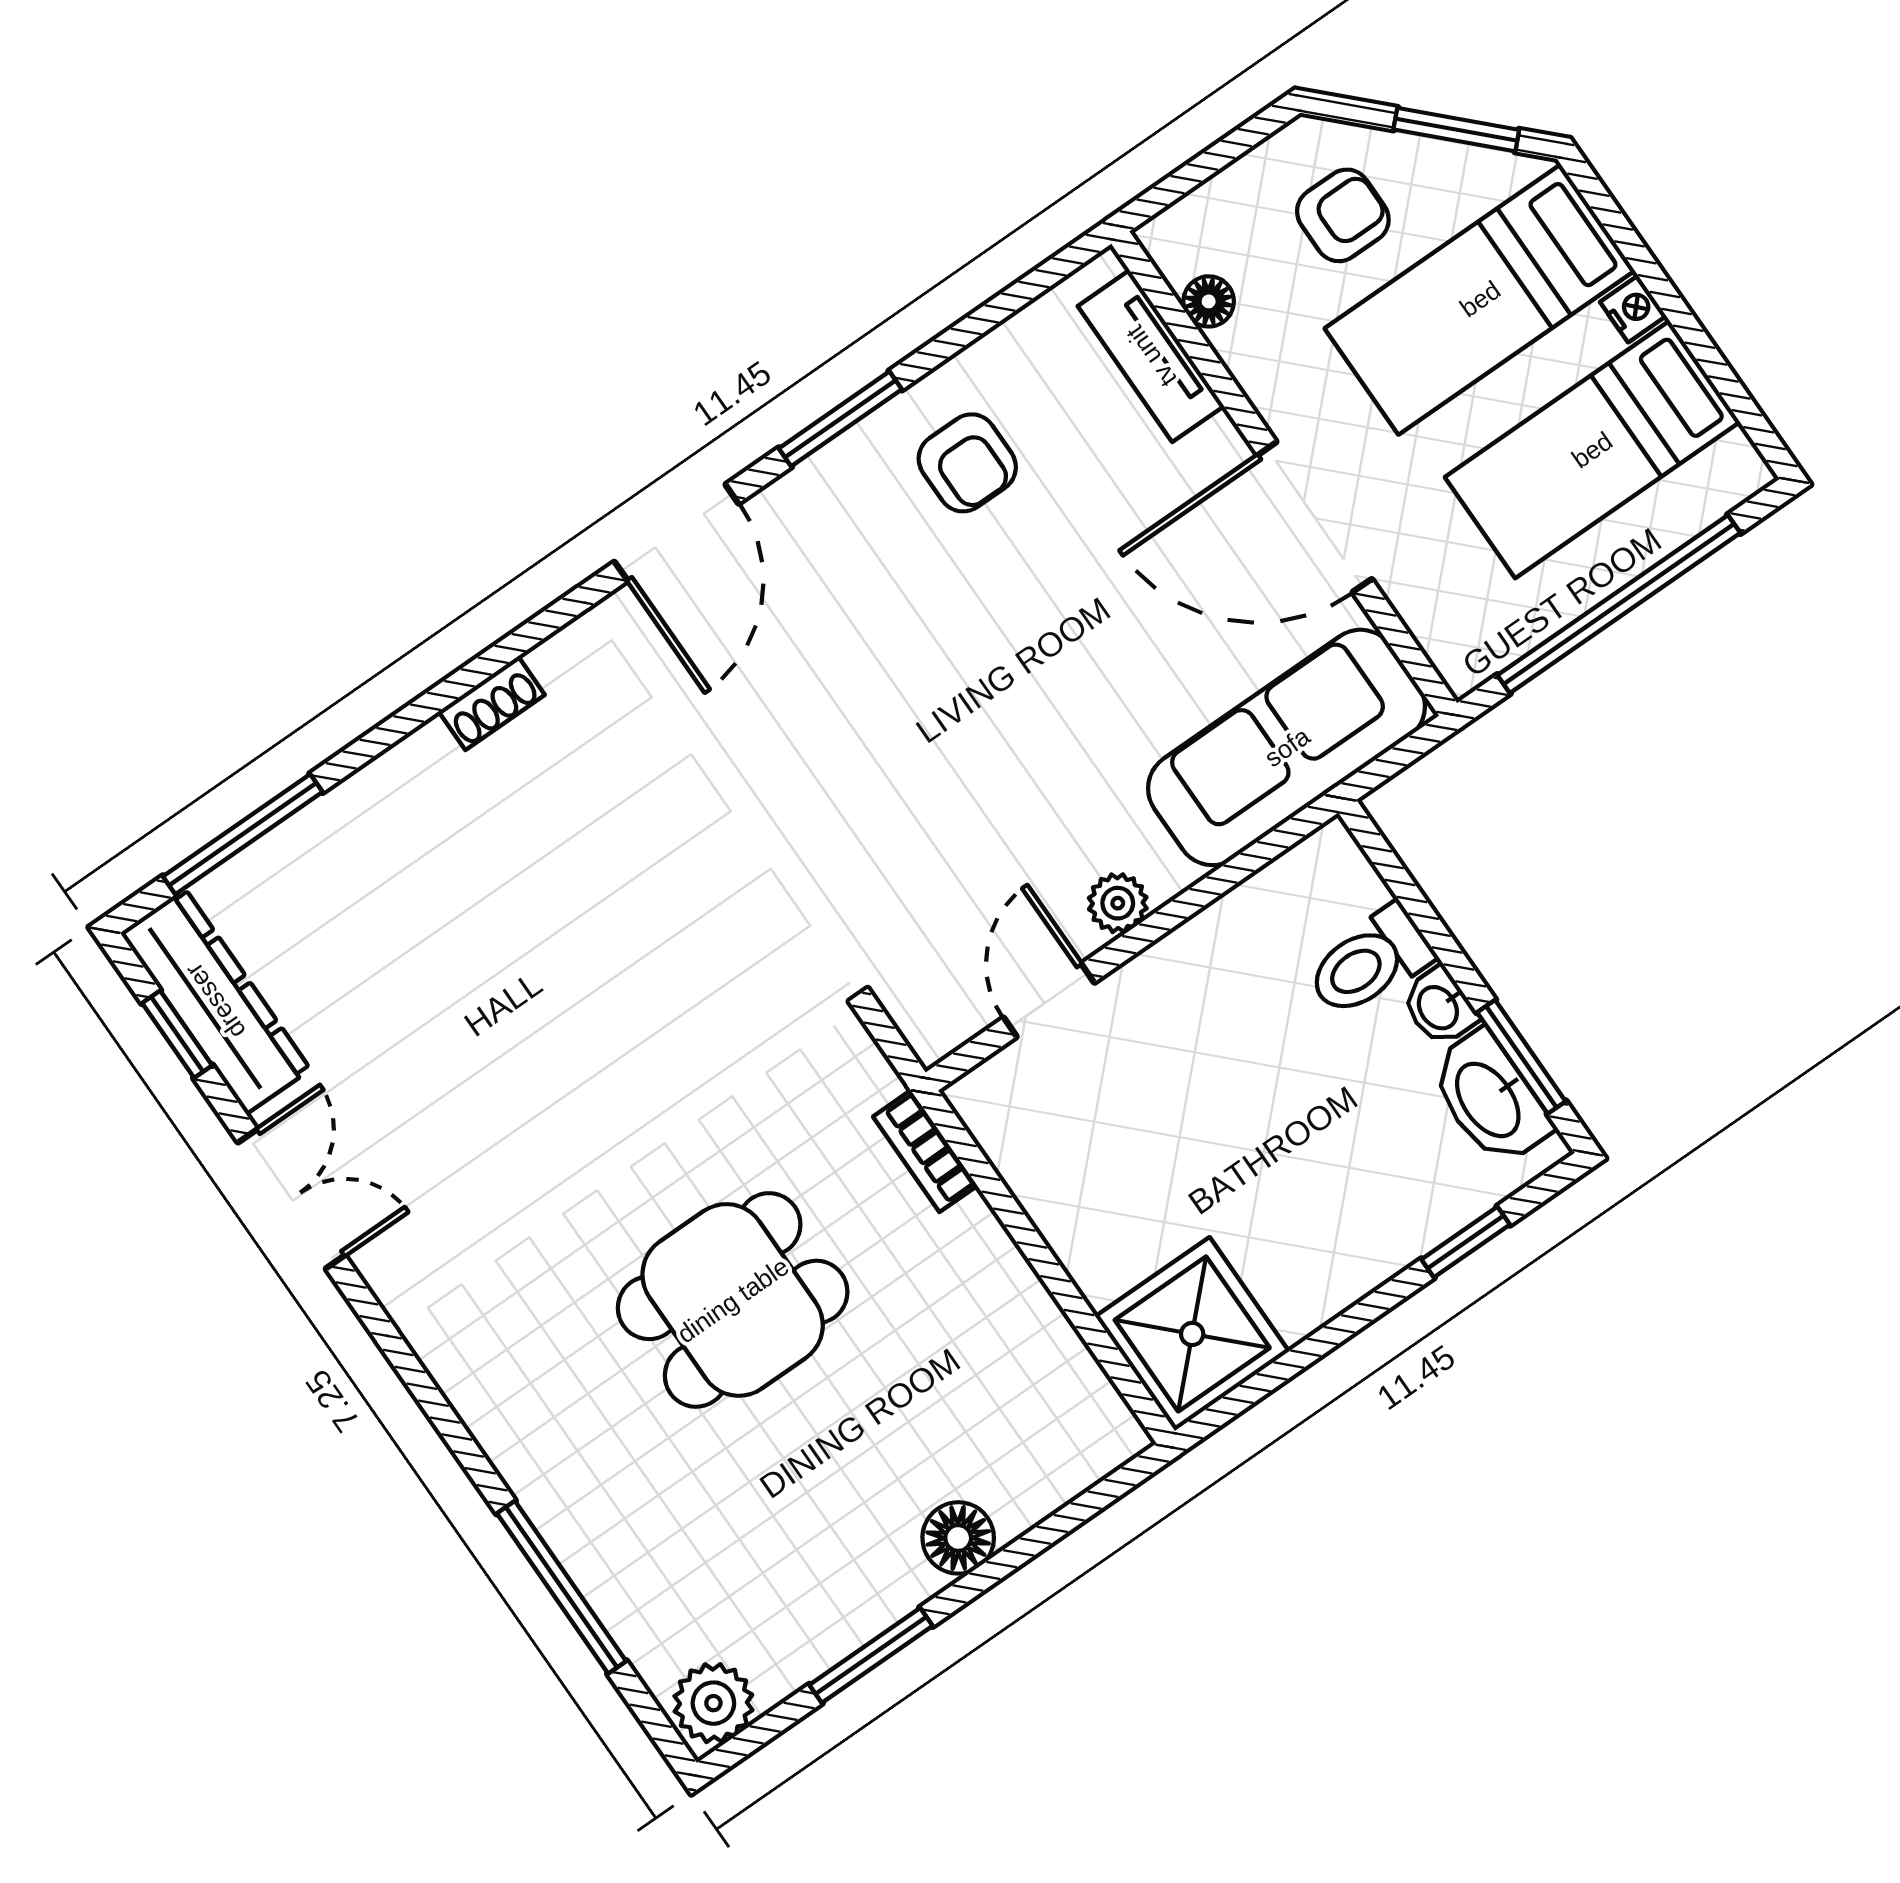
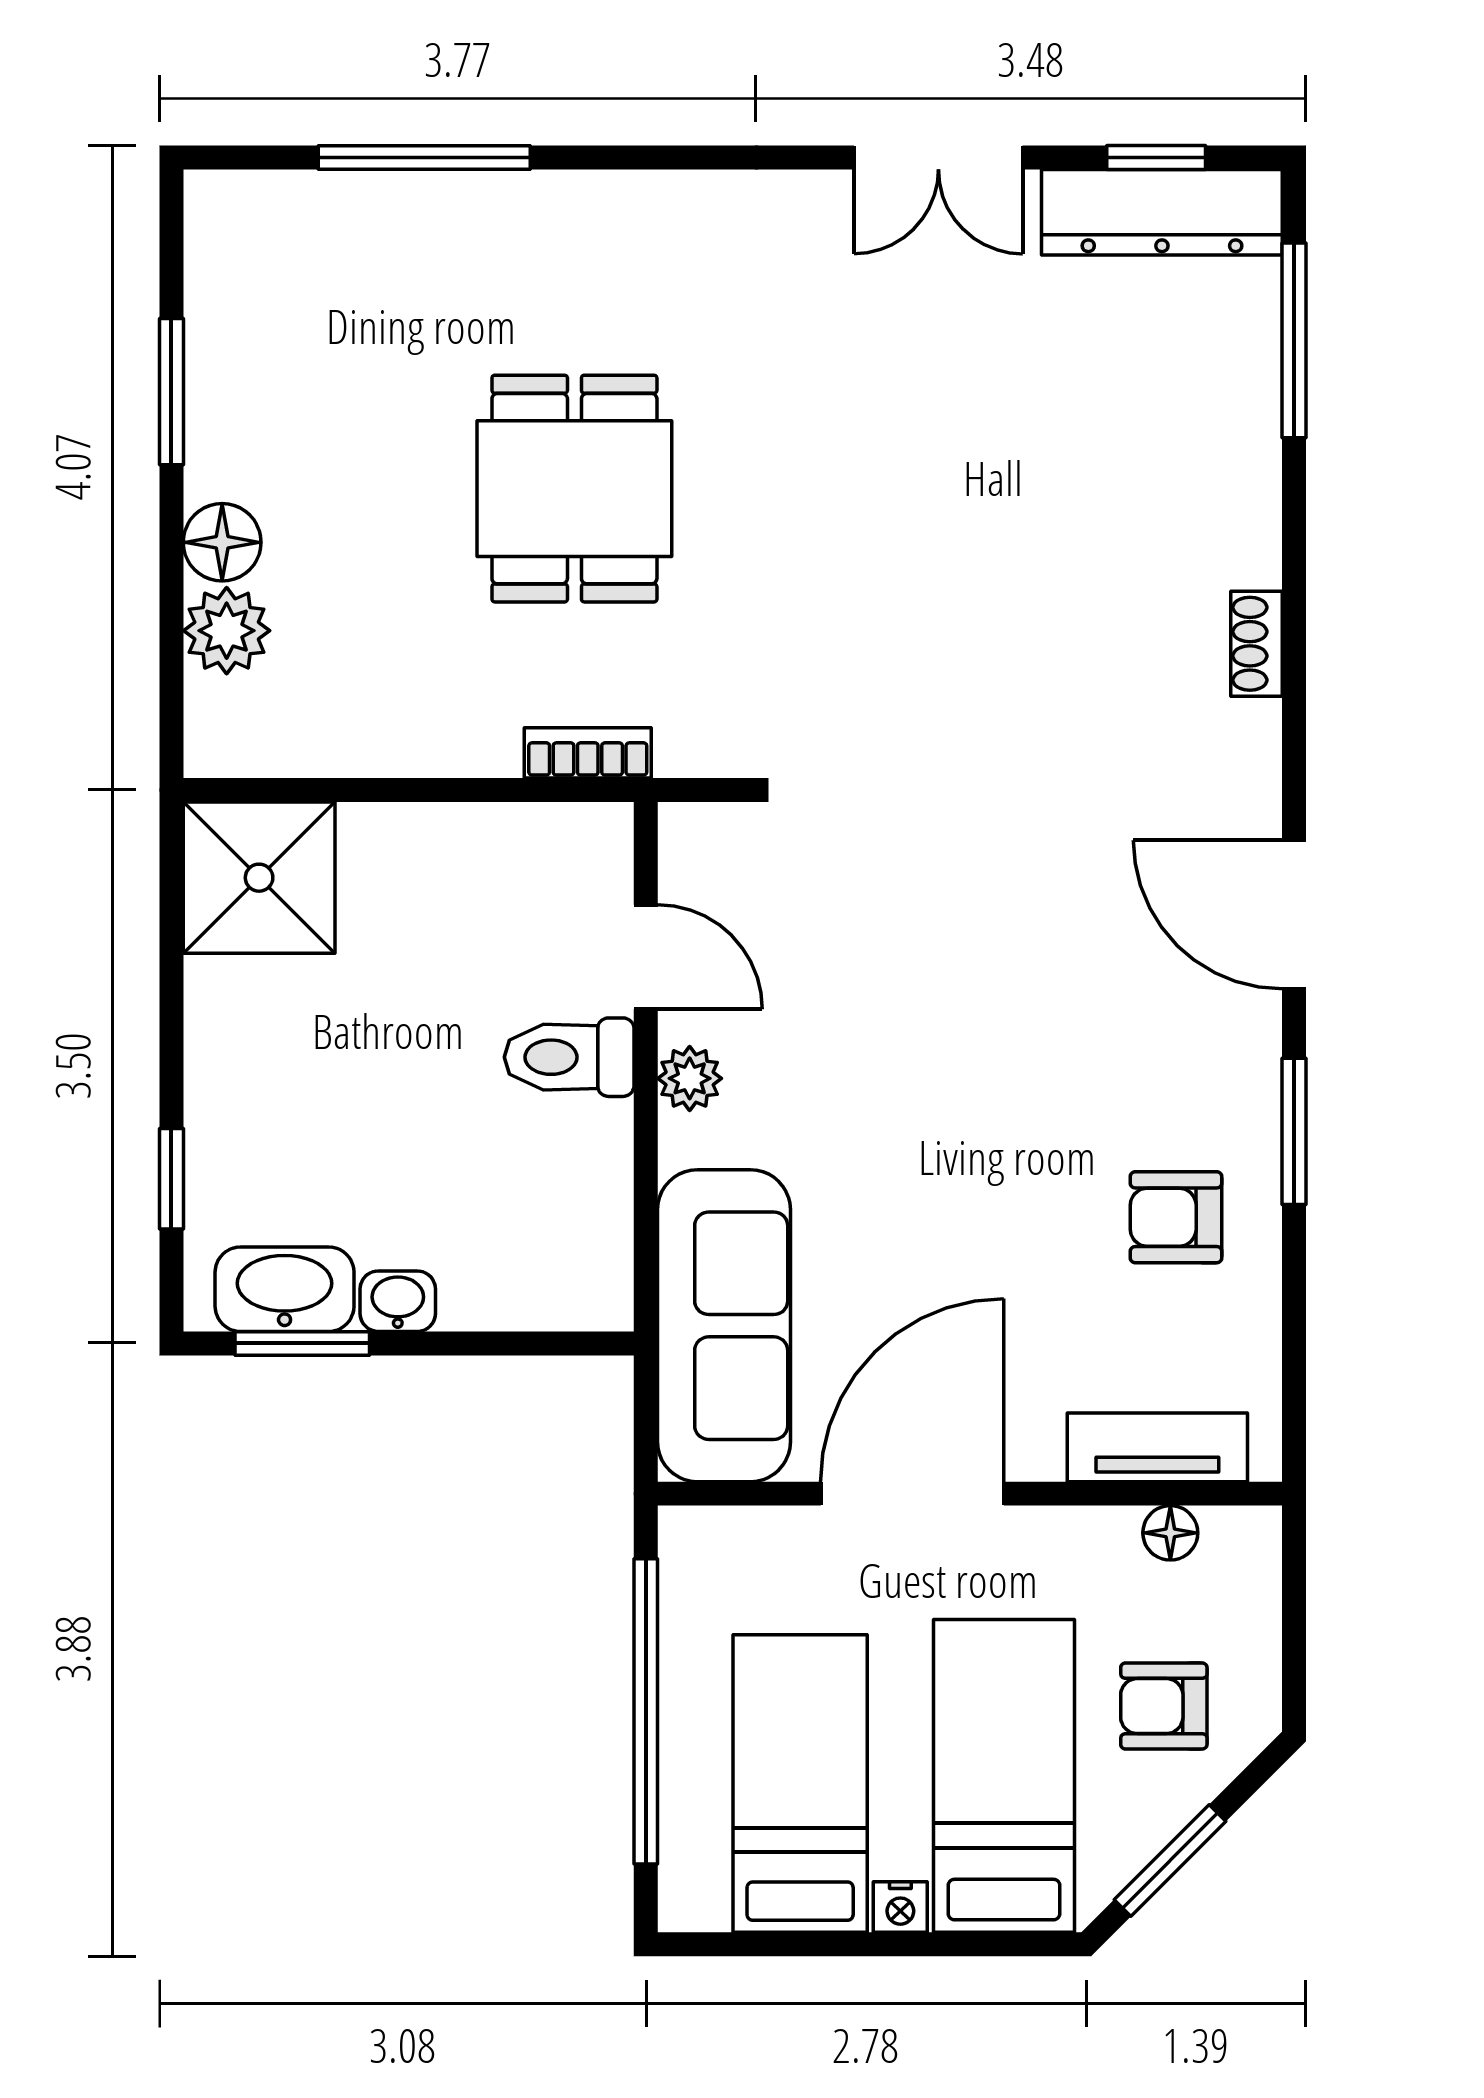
armchair: (1343, 215) -> (1164, 1706), turned 90
toilet: (1370, 962) -> (569, 1057), moved, turned -90
plant: (713, 1703) -> (227, 631), moved

